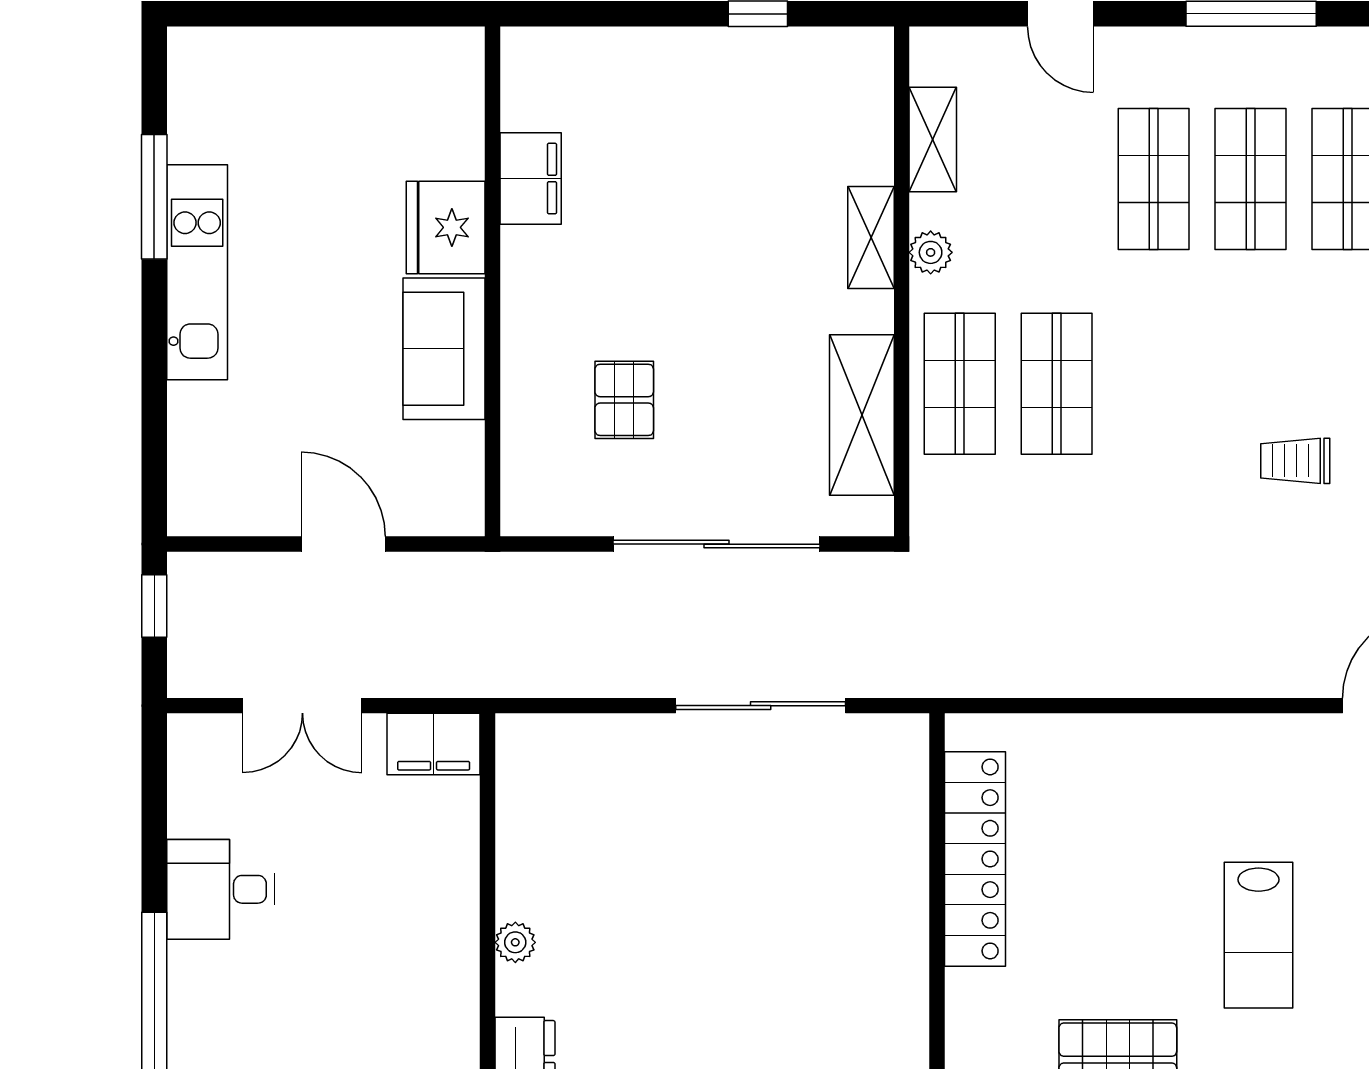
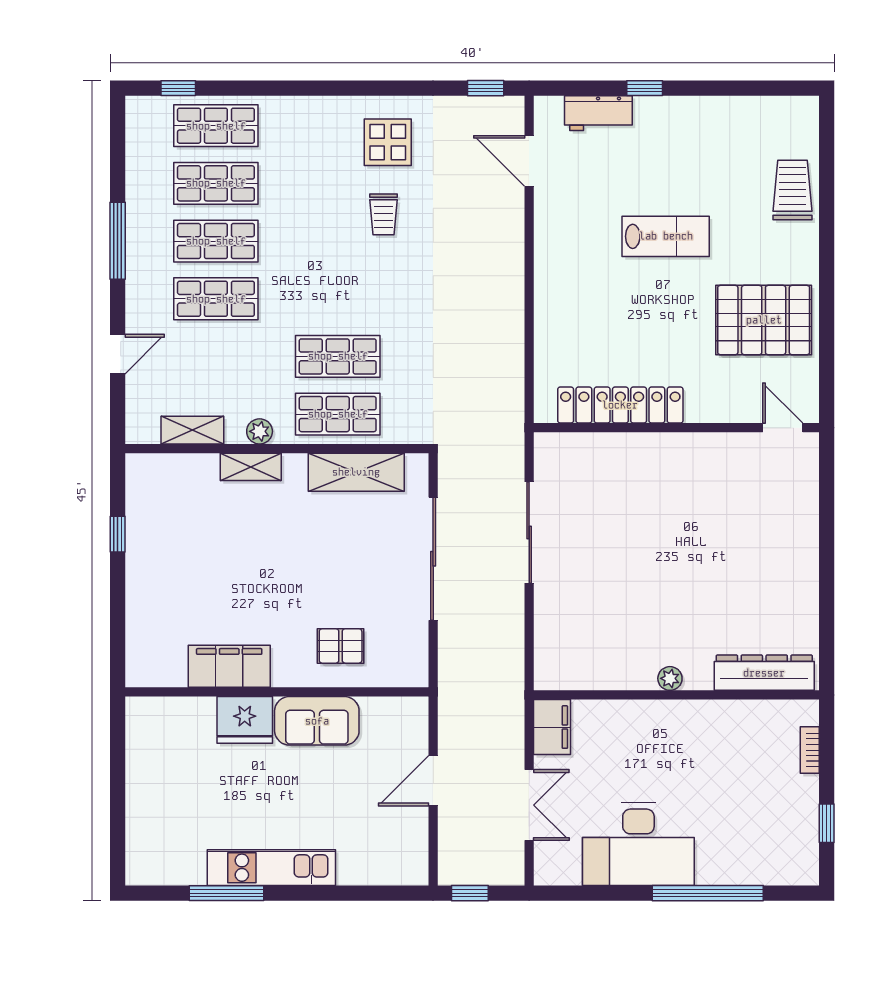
filing cabinet: (531, 179) -> (229, 666), width x1.50, depth x1.17
pallet: (624, 400) -> (341, 646), moved
desk: (221, 889) -> (638, 844), width x1.87, depth x1.30

